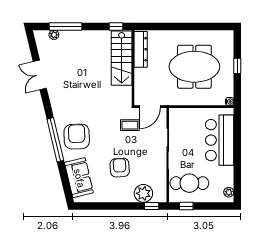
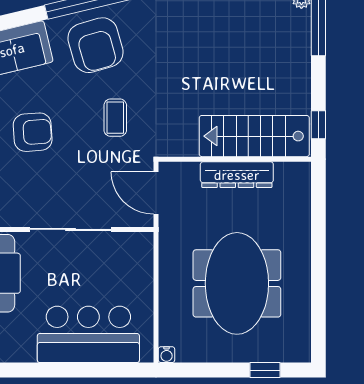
dresser: (141, 49) -> (237, 175), moved
window: (237, 66) -> (265, 370), moved
coffee table: (130, 125) -> (115, 118), moved
armchair: (77, 137) -> (96, 45), turned 76

